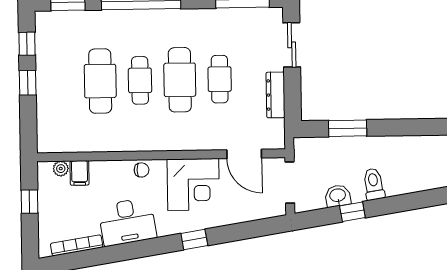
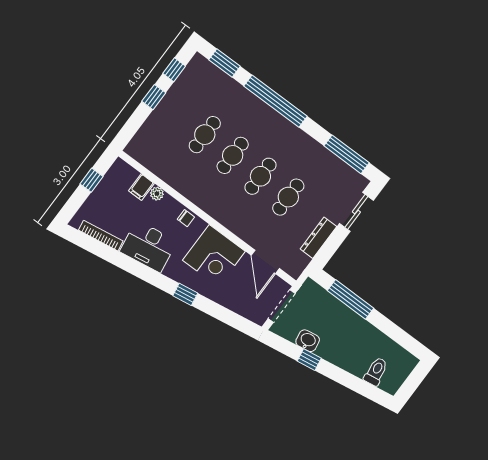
cafe table: (180, 80) -> (260, 176), width x0.73, depth x0.74
cafe table: (100, 81) -> (205, 135), width x0.73, depth x0.74
window: (348, 128) -> (351, 299), width x1.44
plant: (61, 169) -> (157, 194), moved
toilet: (374, 184) -> (376, 371), moved

